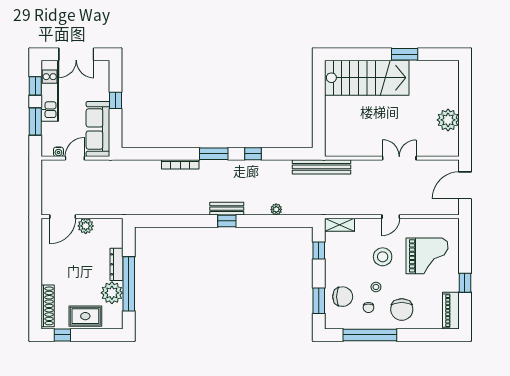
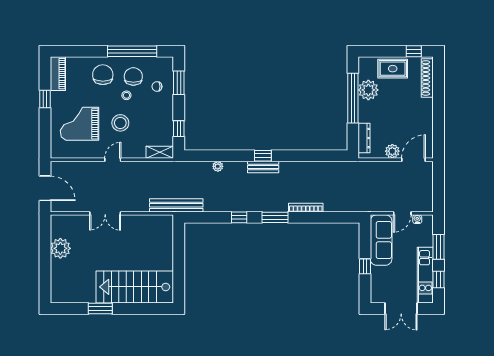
double door: (76, 54) -> (401, 308), swing flipped
door: (465, 185) -> (45, 188), hinge flipped
dresser: (117, 264) -> (364, 138), moved
chair: (343, 297) -> (157, 86), width x0.54, depth x0.54
chair: (368, 308) -> (133, 76), width x1.87, depth x1.87

